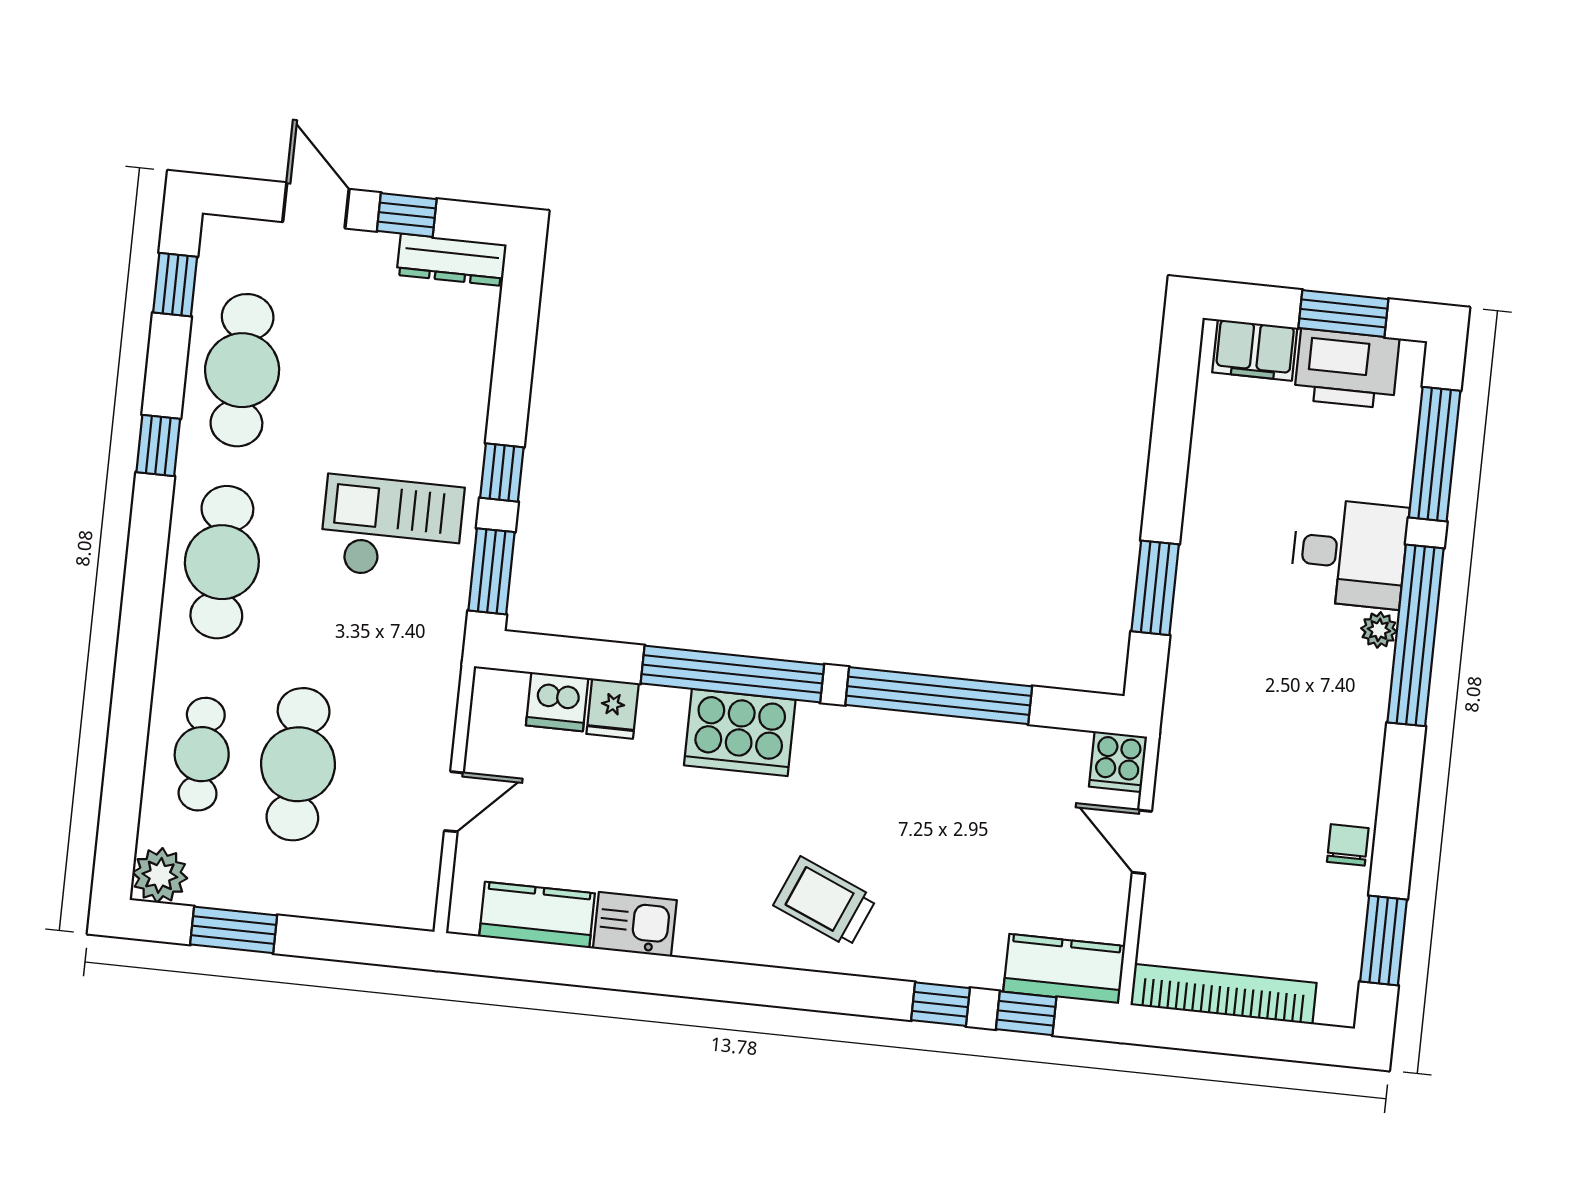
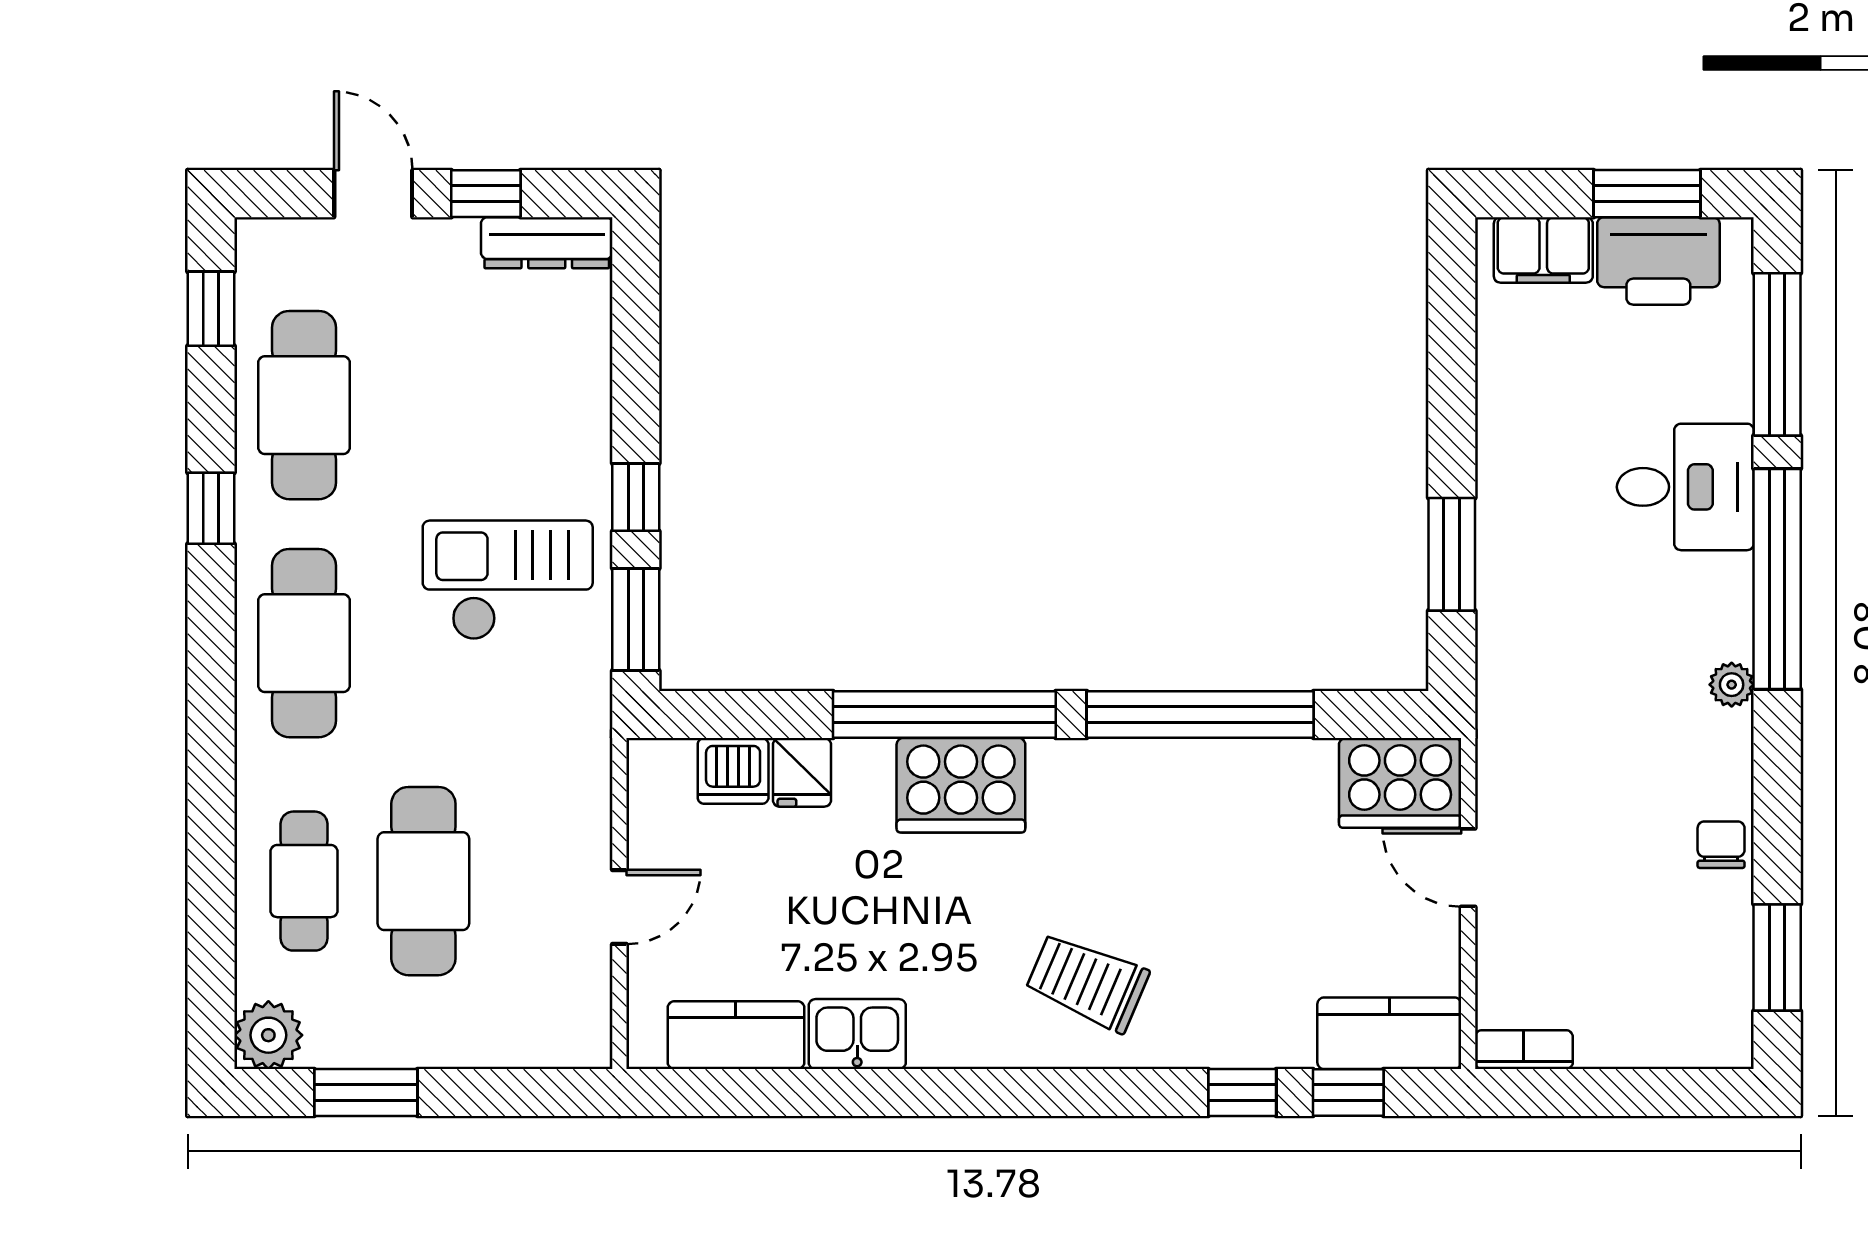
plant: (1379, 630) -> (1732, 685), moved
cooker: (1118, 762) -> (1400, 783), width x1.87, depth x1.31
bookcase: (1224, 994) -> (1524, 1050), width x0.43, depth x0.76

